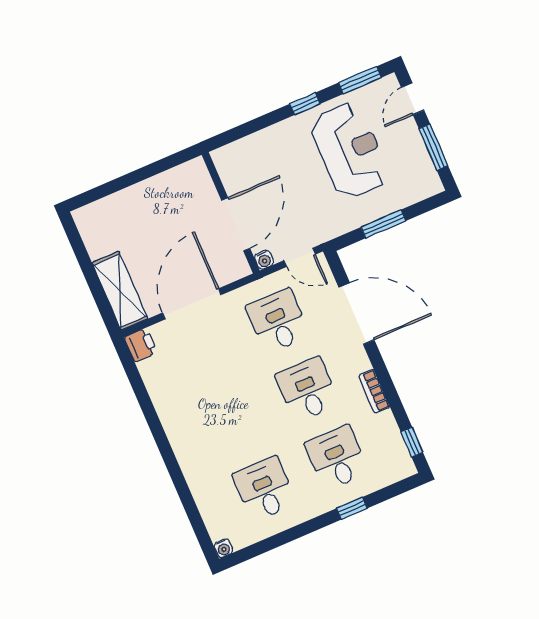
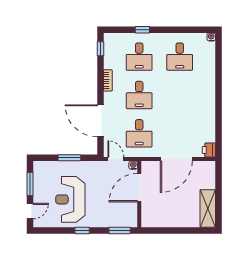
window: (360, 80) -> (120, 231), moved
shelving: (120, 291) -> (208, 208), moved

